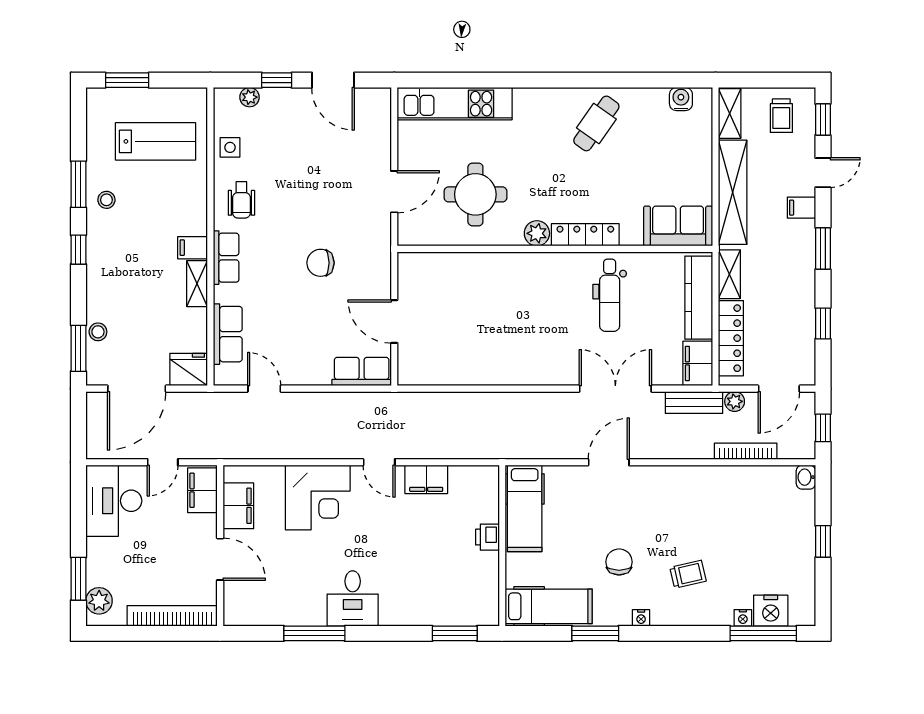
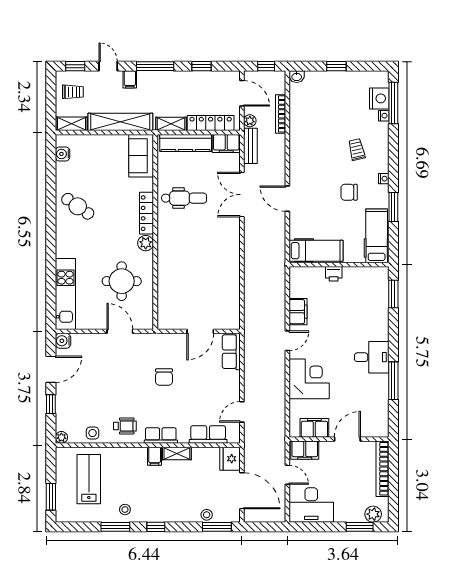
plant: (250, 97) -> (61, 437), moved
water cooler: (379, 100) -> (63, 341), added
window: (823, 249) -> (155, 66), width x1.44

